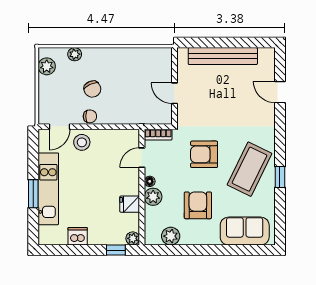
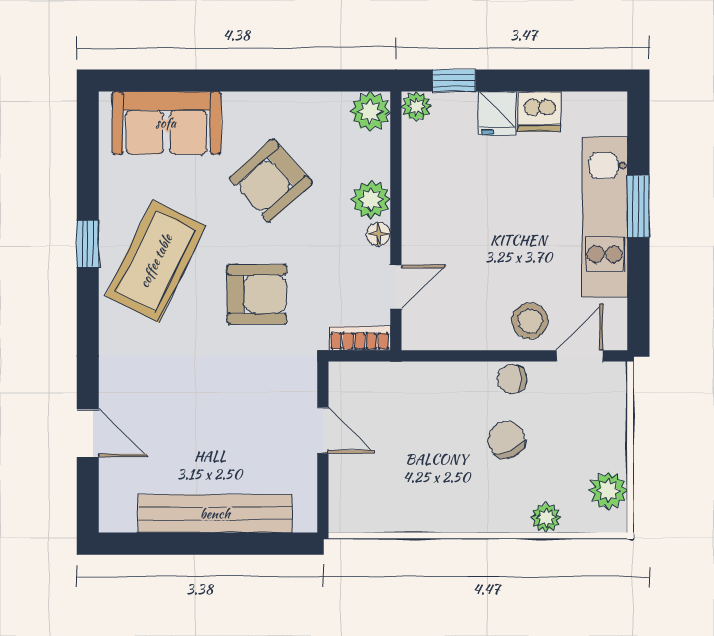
fridge: (130, 204) -> (497, 113), moved, turned 90
armchair: (198, 205) -> (271, 180), turned 48
plant: (171, 236) -> (370, 112), moved

